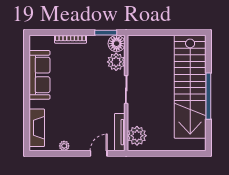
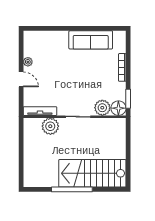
stairs: (190, 87) -> (92, 173), width x0.73
fireplace: (37, 128) -> (44, 37), removed
plant: (137, 136) -> (50, 126), moved
door: (99, 153) -> (21, 79), moved

